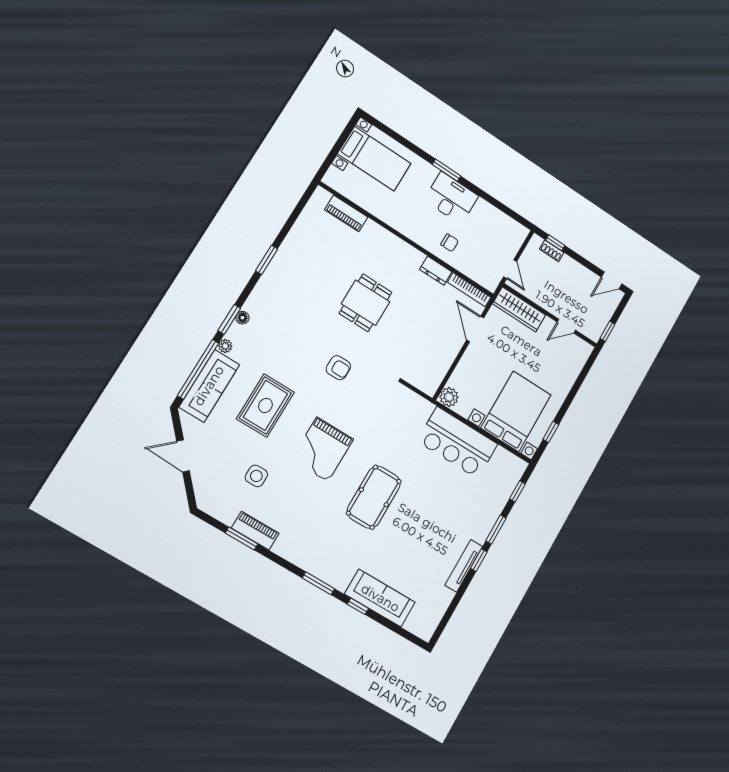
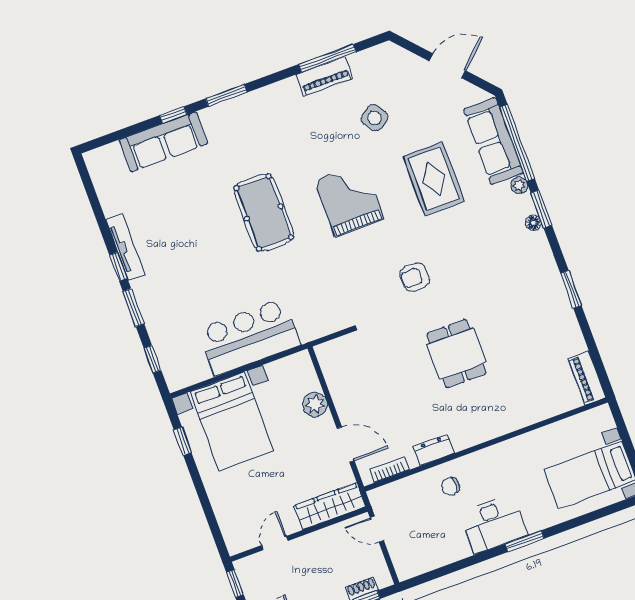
piano: (346, 213) -> (587, 378), moved, turned -90
bookcase: (469, 290) -> (389, 469), width x0.64
plant: (449, 397) -> (315, 405), moved
side table: (256, 476) -> (374, 118), turned -35
window: (242, 539) -> (327, 58), width x1.44

